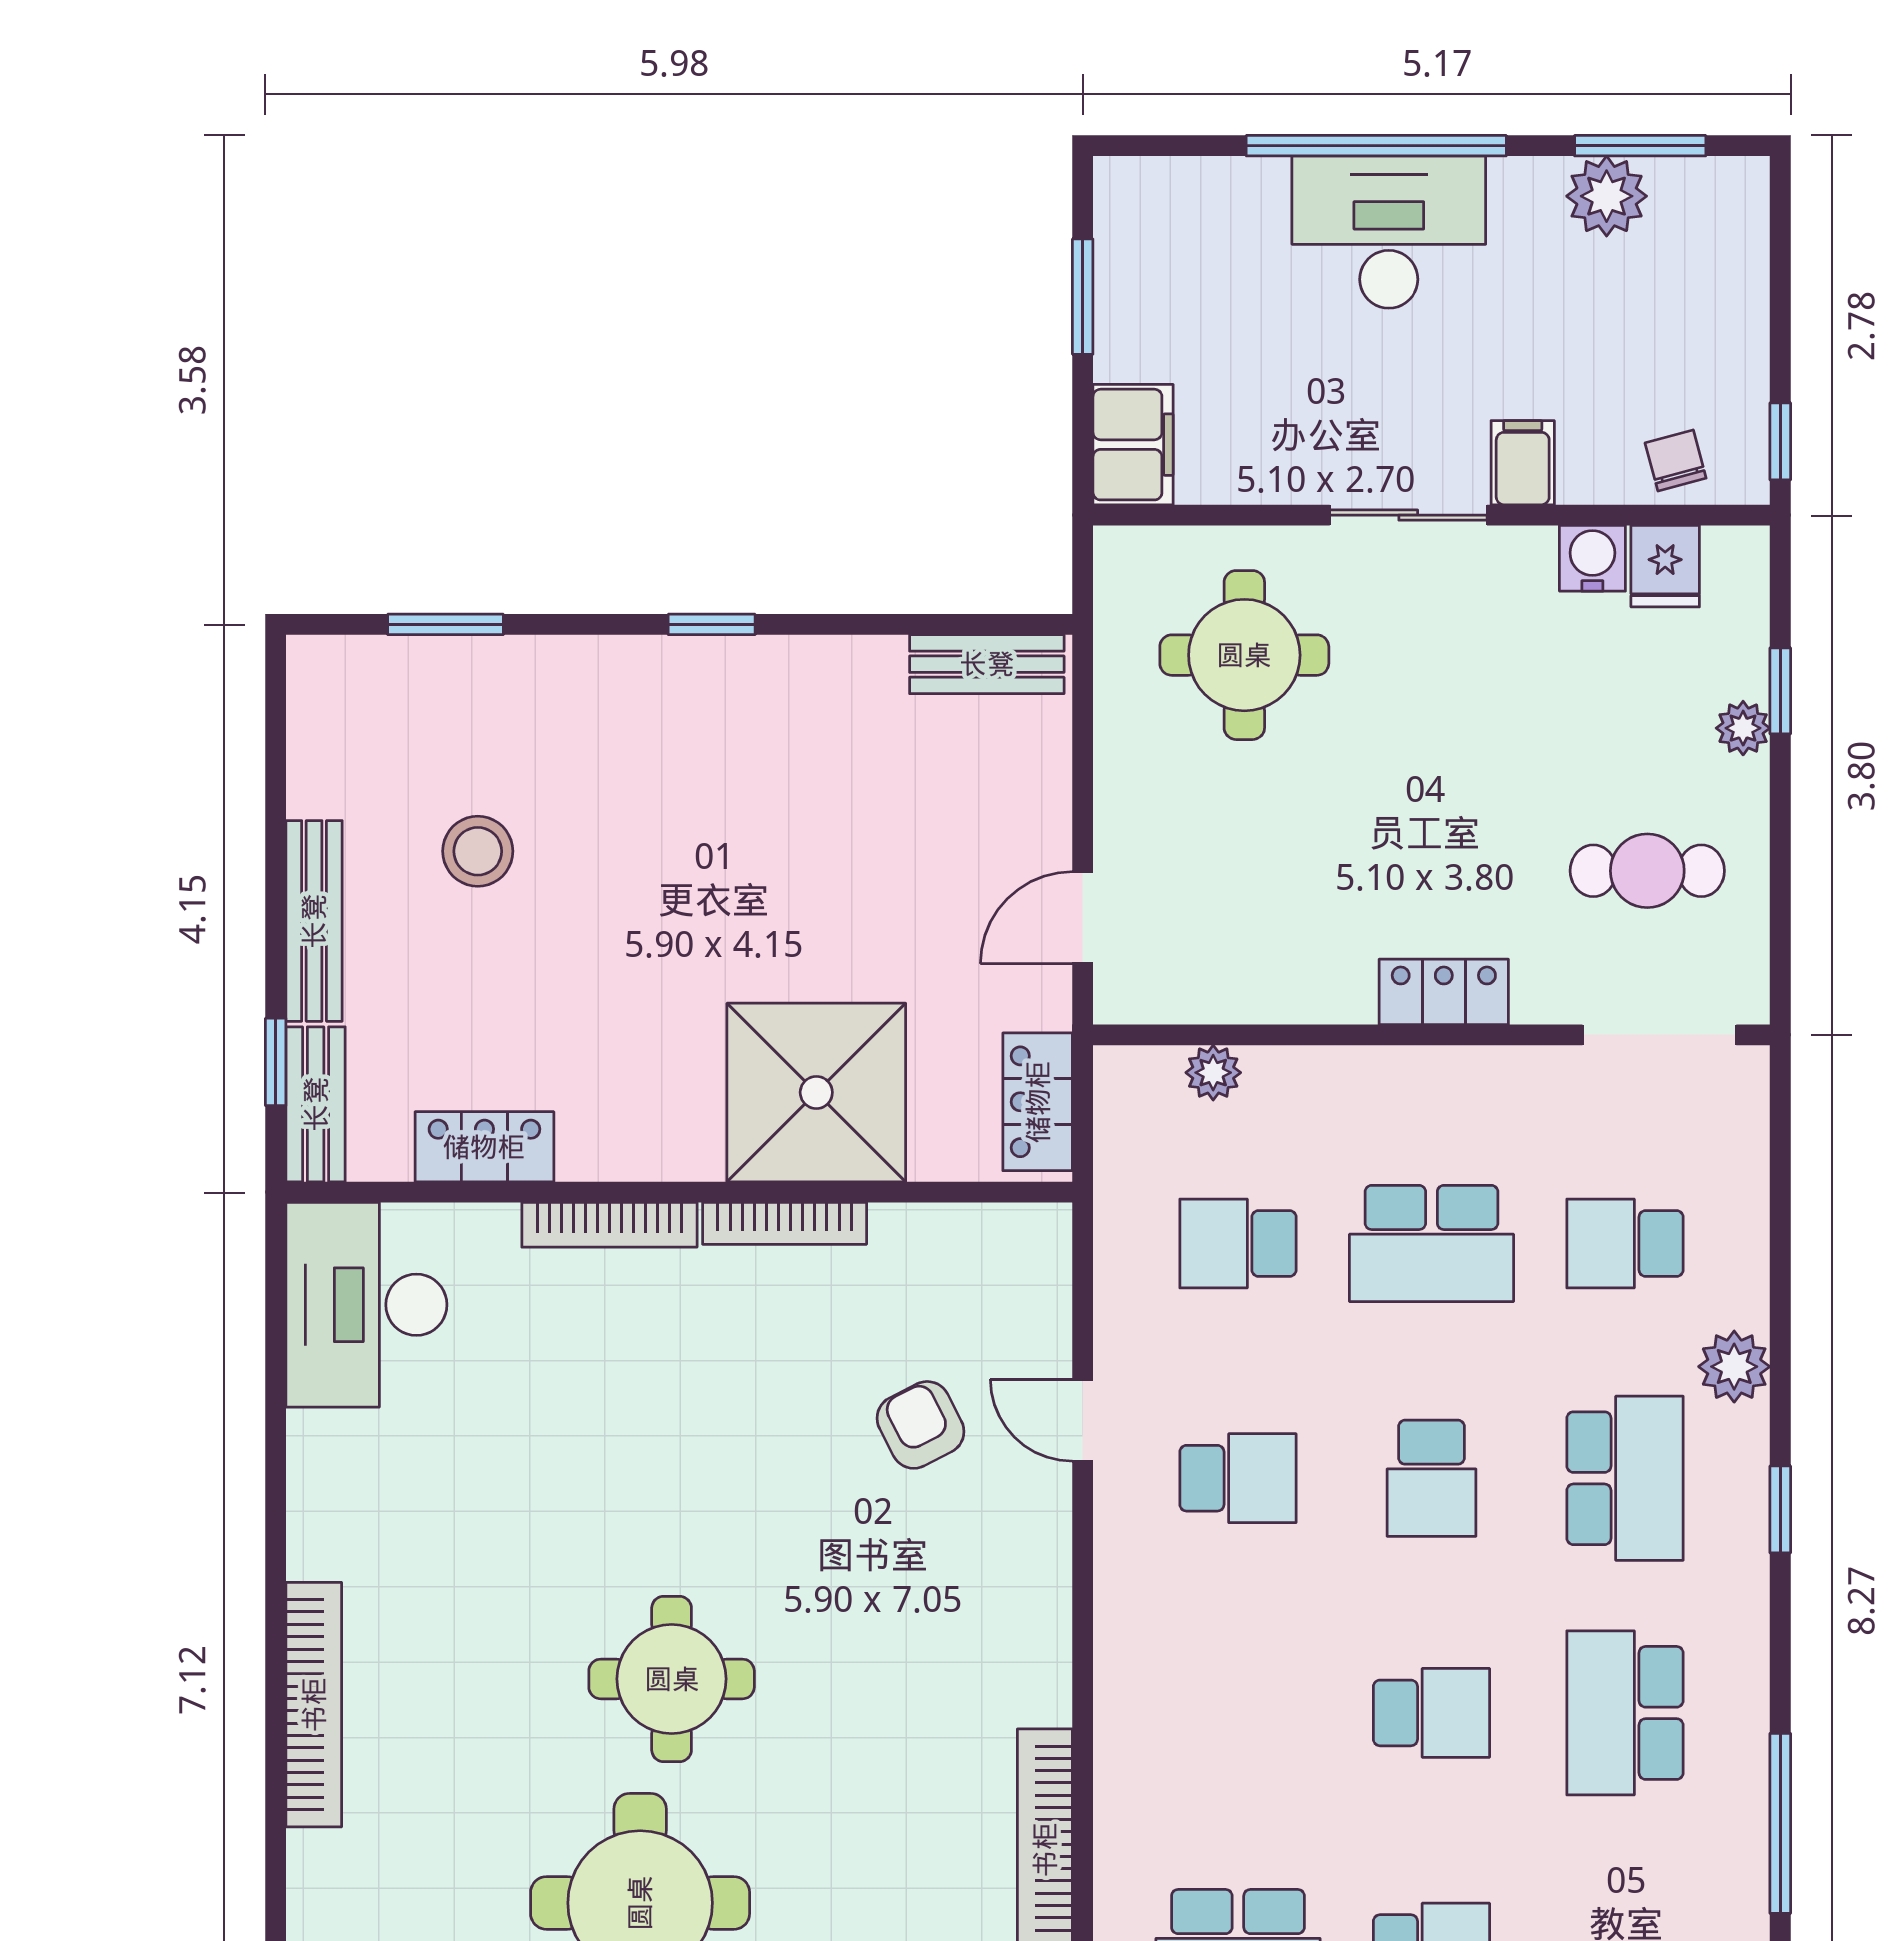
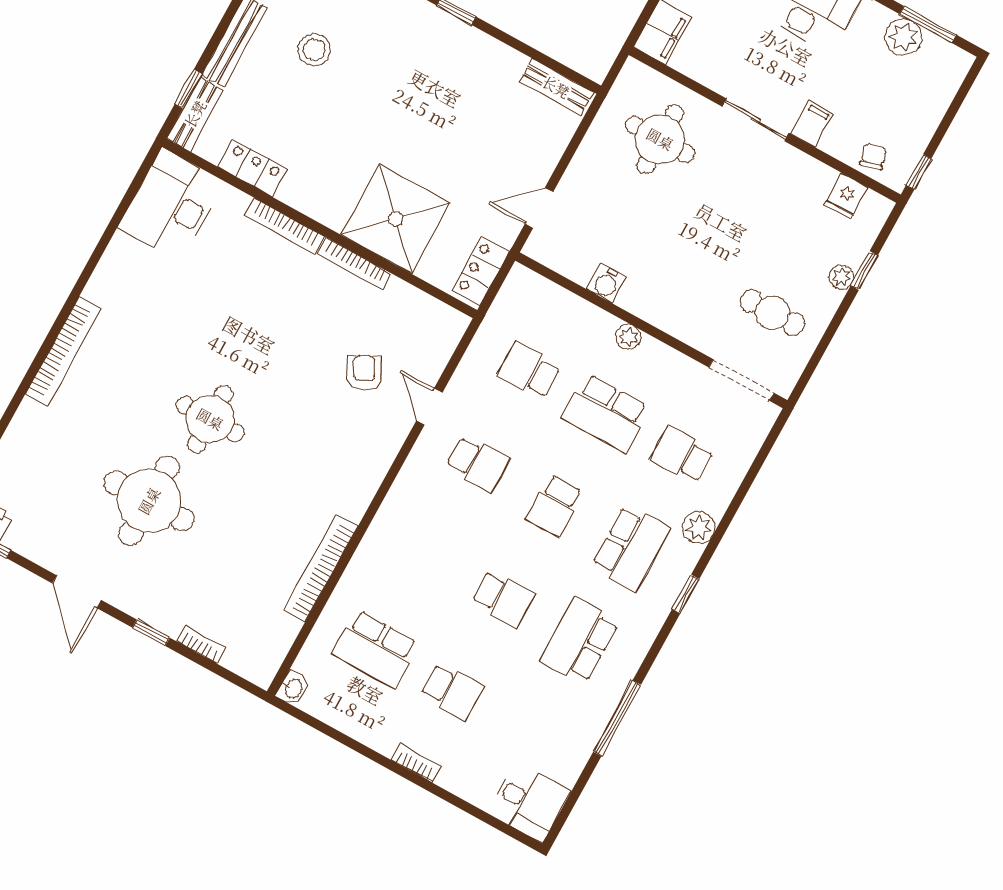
water cooler: (1592, 558) -> (607, 283), moved, turned 180
locker: (1444, 992) -> (666, 316), removed
plant: (1213, 1073) -> (628, 337), moved

